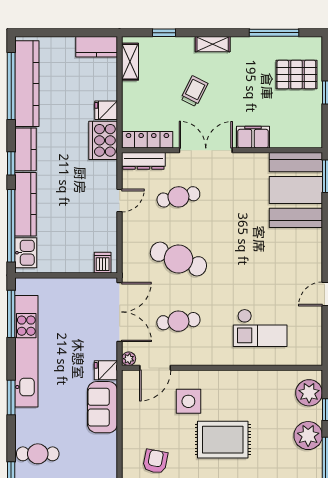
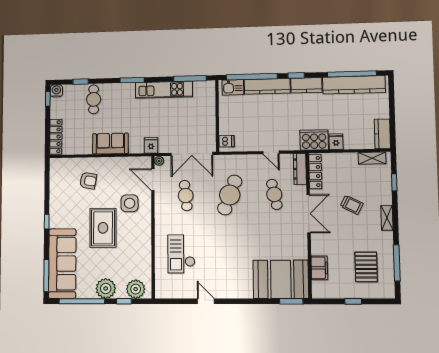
pallet: (296, 75) -> (366, 267), moved
filing cabinet: (253, 137) -> (319, 268), moved
kitchen unit: (26, 351) -> (164, 90), width x0.73
sofa: (103, 407) -> (110, 144), moved

